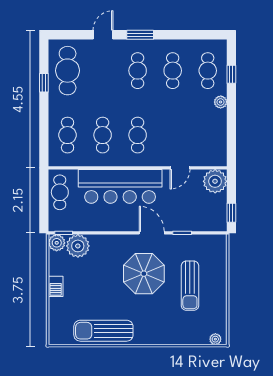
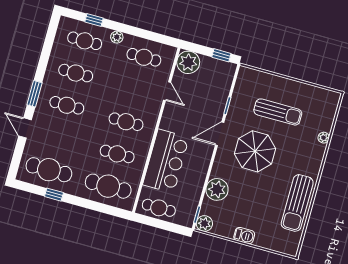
cafe table: (68, 135) -> (108, 186), width x1.37, depth x1.35
cafe table: (208, 135) -> (144, 57), added
bar counter: (120, 186) -> (166, 161), width x0.73
plant: (78, 246) -> (217, 189), moved
plant: (215, 339) -> (324, 138), moved

